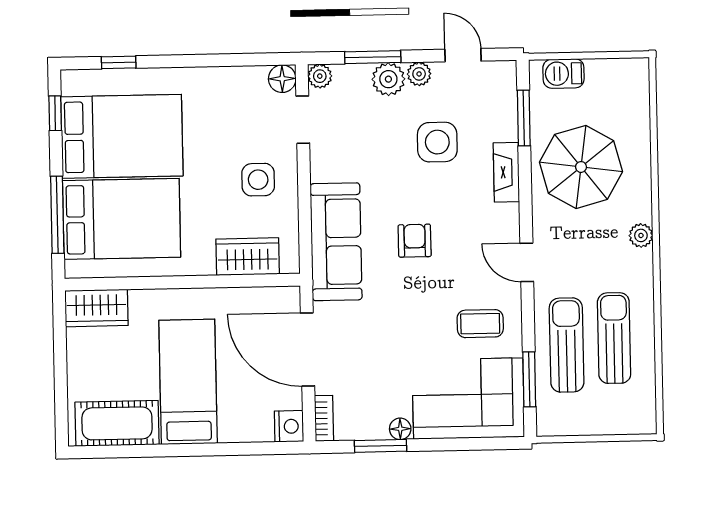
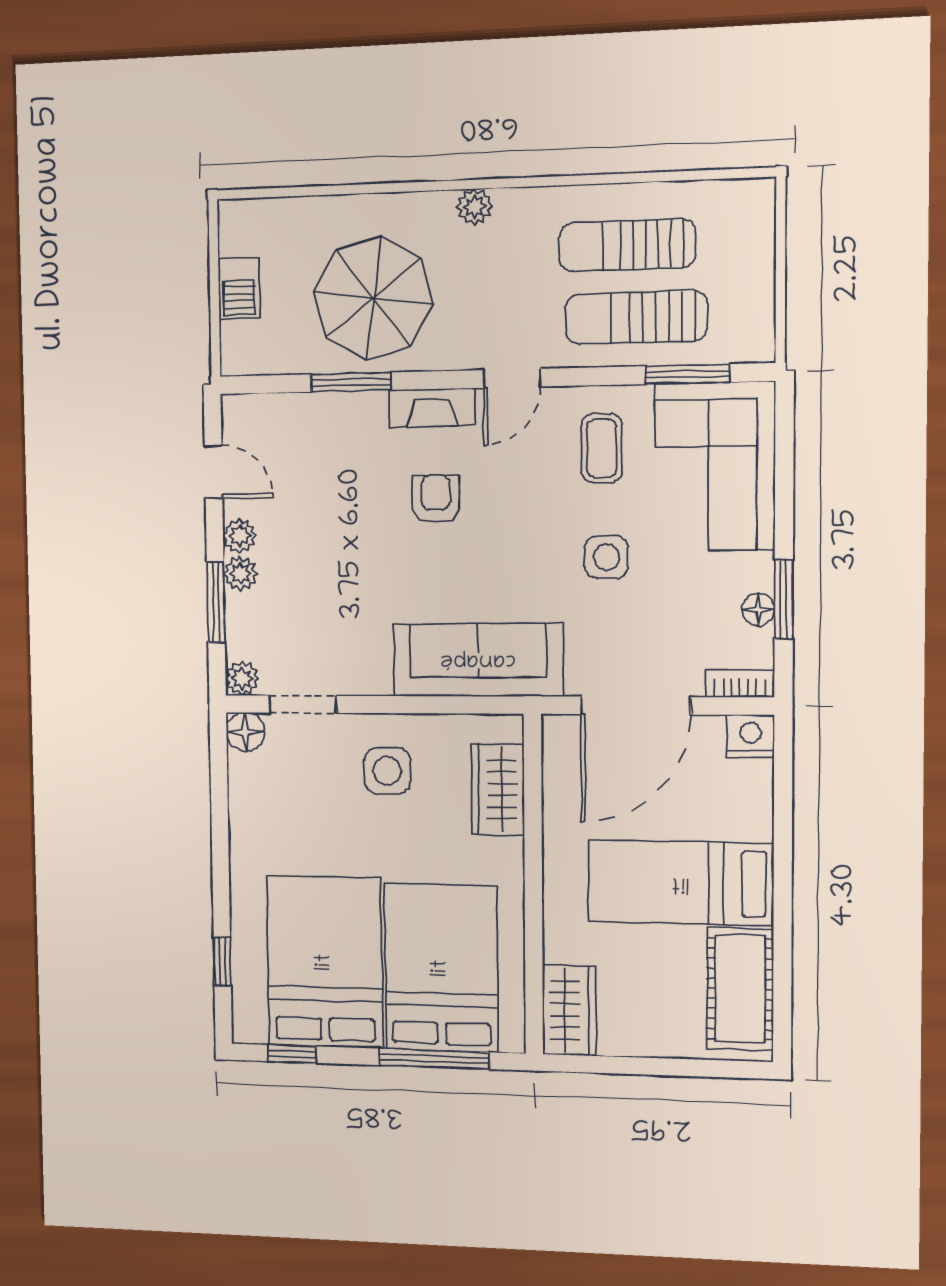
door: (463, 55) -> (214, 472), swing flipped
barbecue: (563, 74) -> (239, 288), moved
plant: (388, 79) -> (240, 574), width x0.73, depth x0.73
window: (524, 118) -> (351, 382), moved
side table: (437, 142) -> (606, 557), moved, width x0.73, depth x0.73
fireplace: (506, 172) -> (432, 408), moved
armchair: (415, 241) -> (436, 499), moved, turned 90
floor lamp: (400, 429) -> (758, 609), moved

